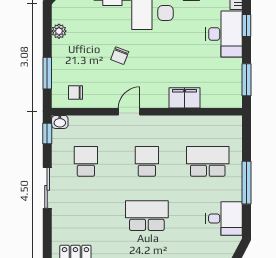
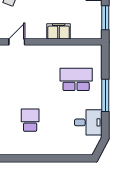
school desk: (147, 161) -> (30, 79), removed
school desk: (147, 216) -> (30, 120), width x0.54

